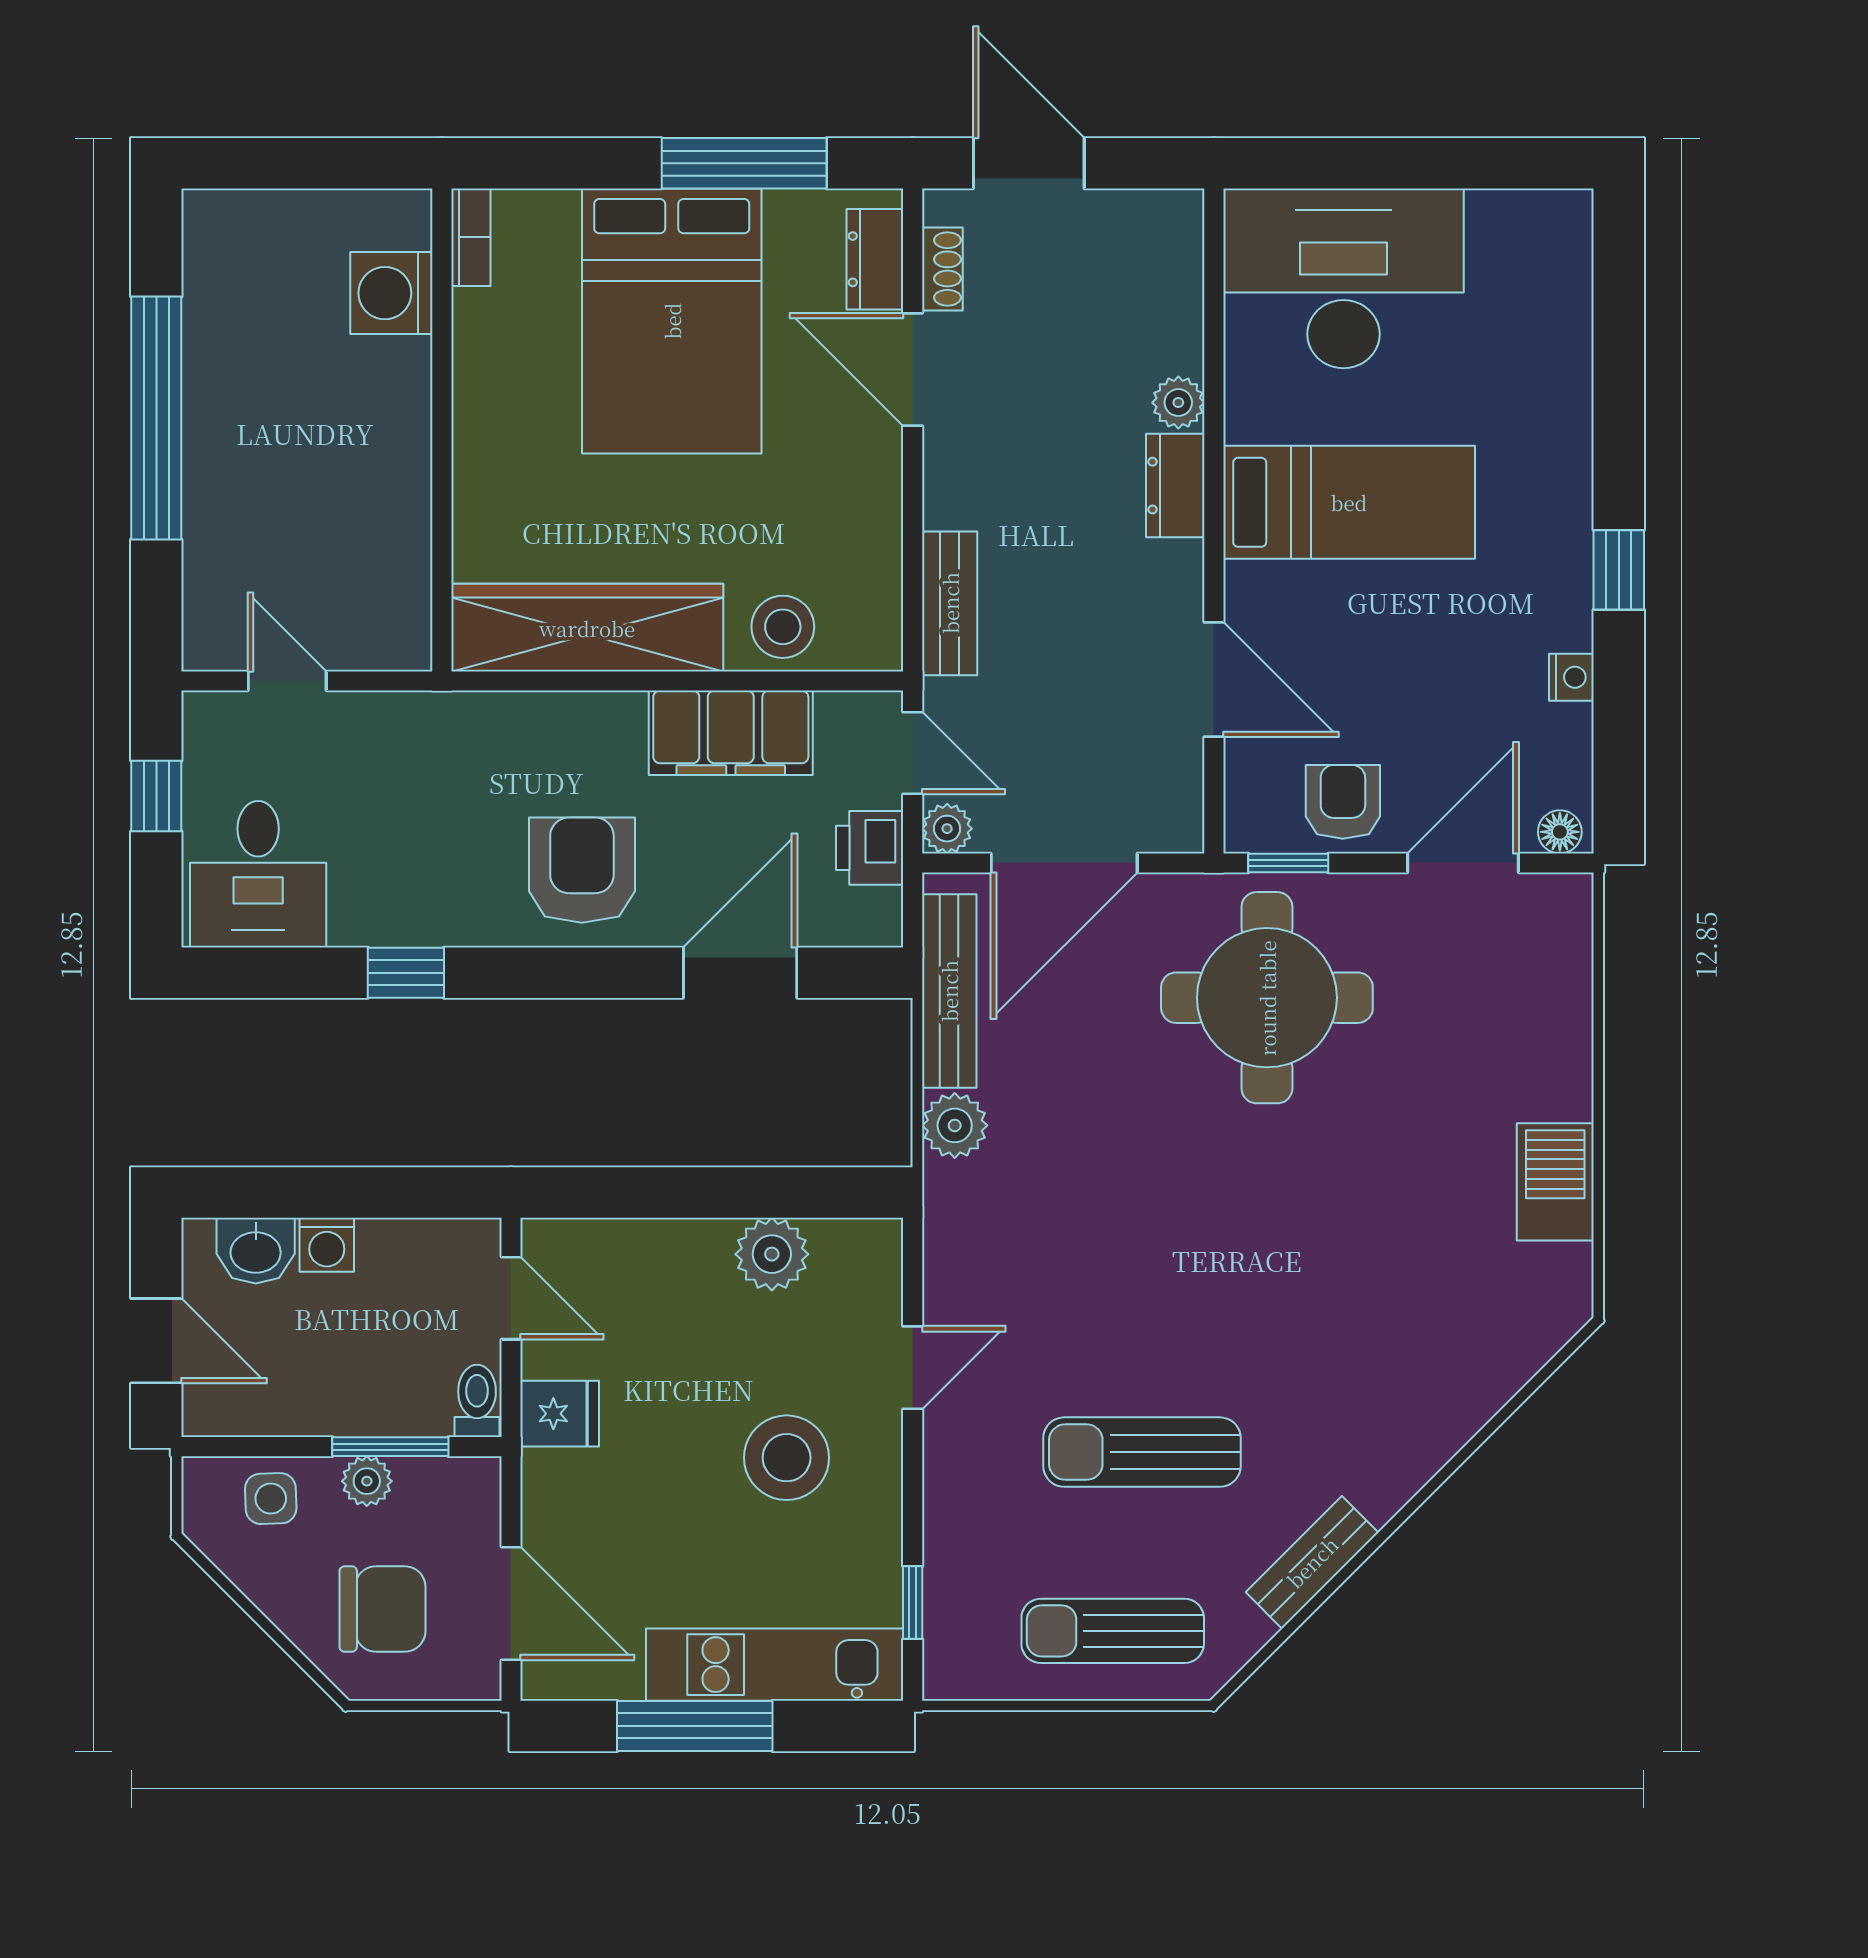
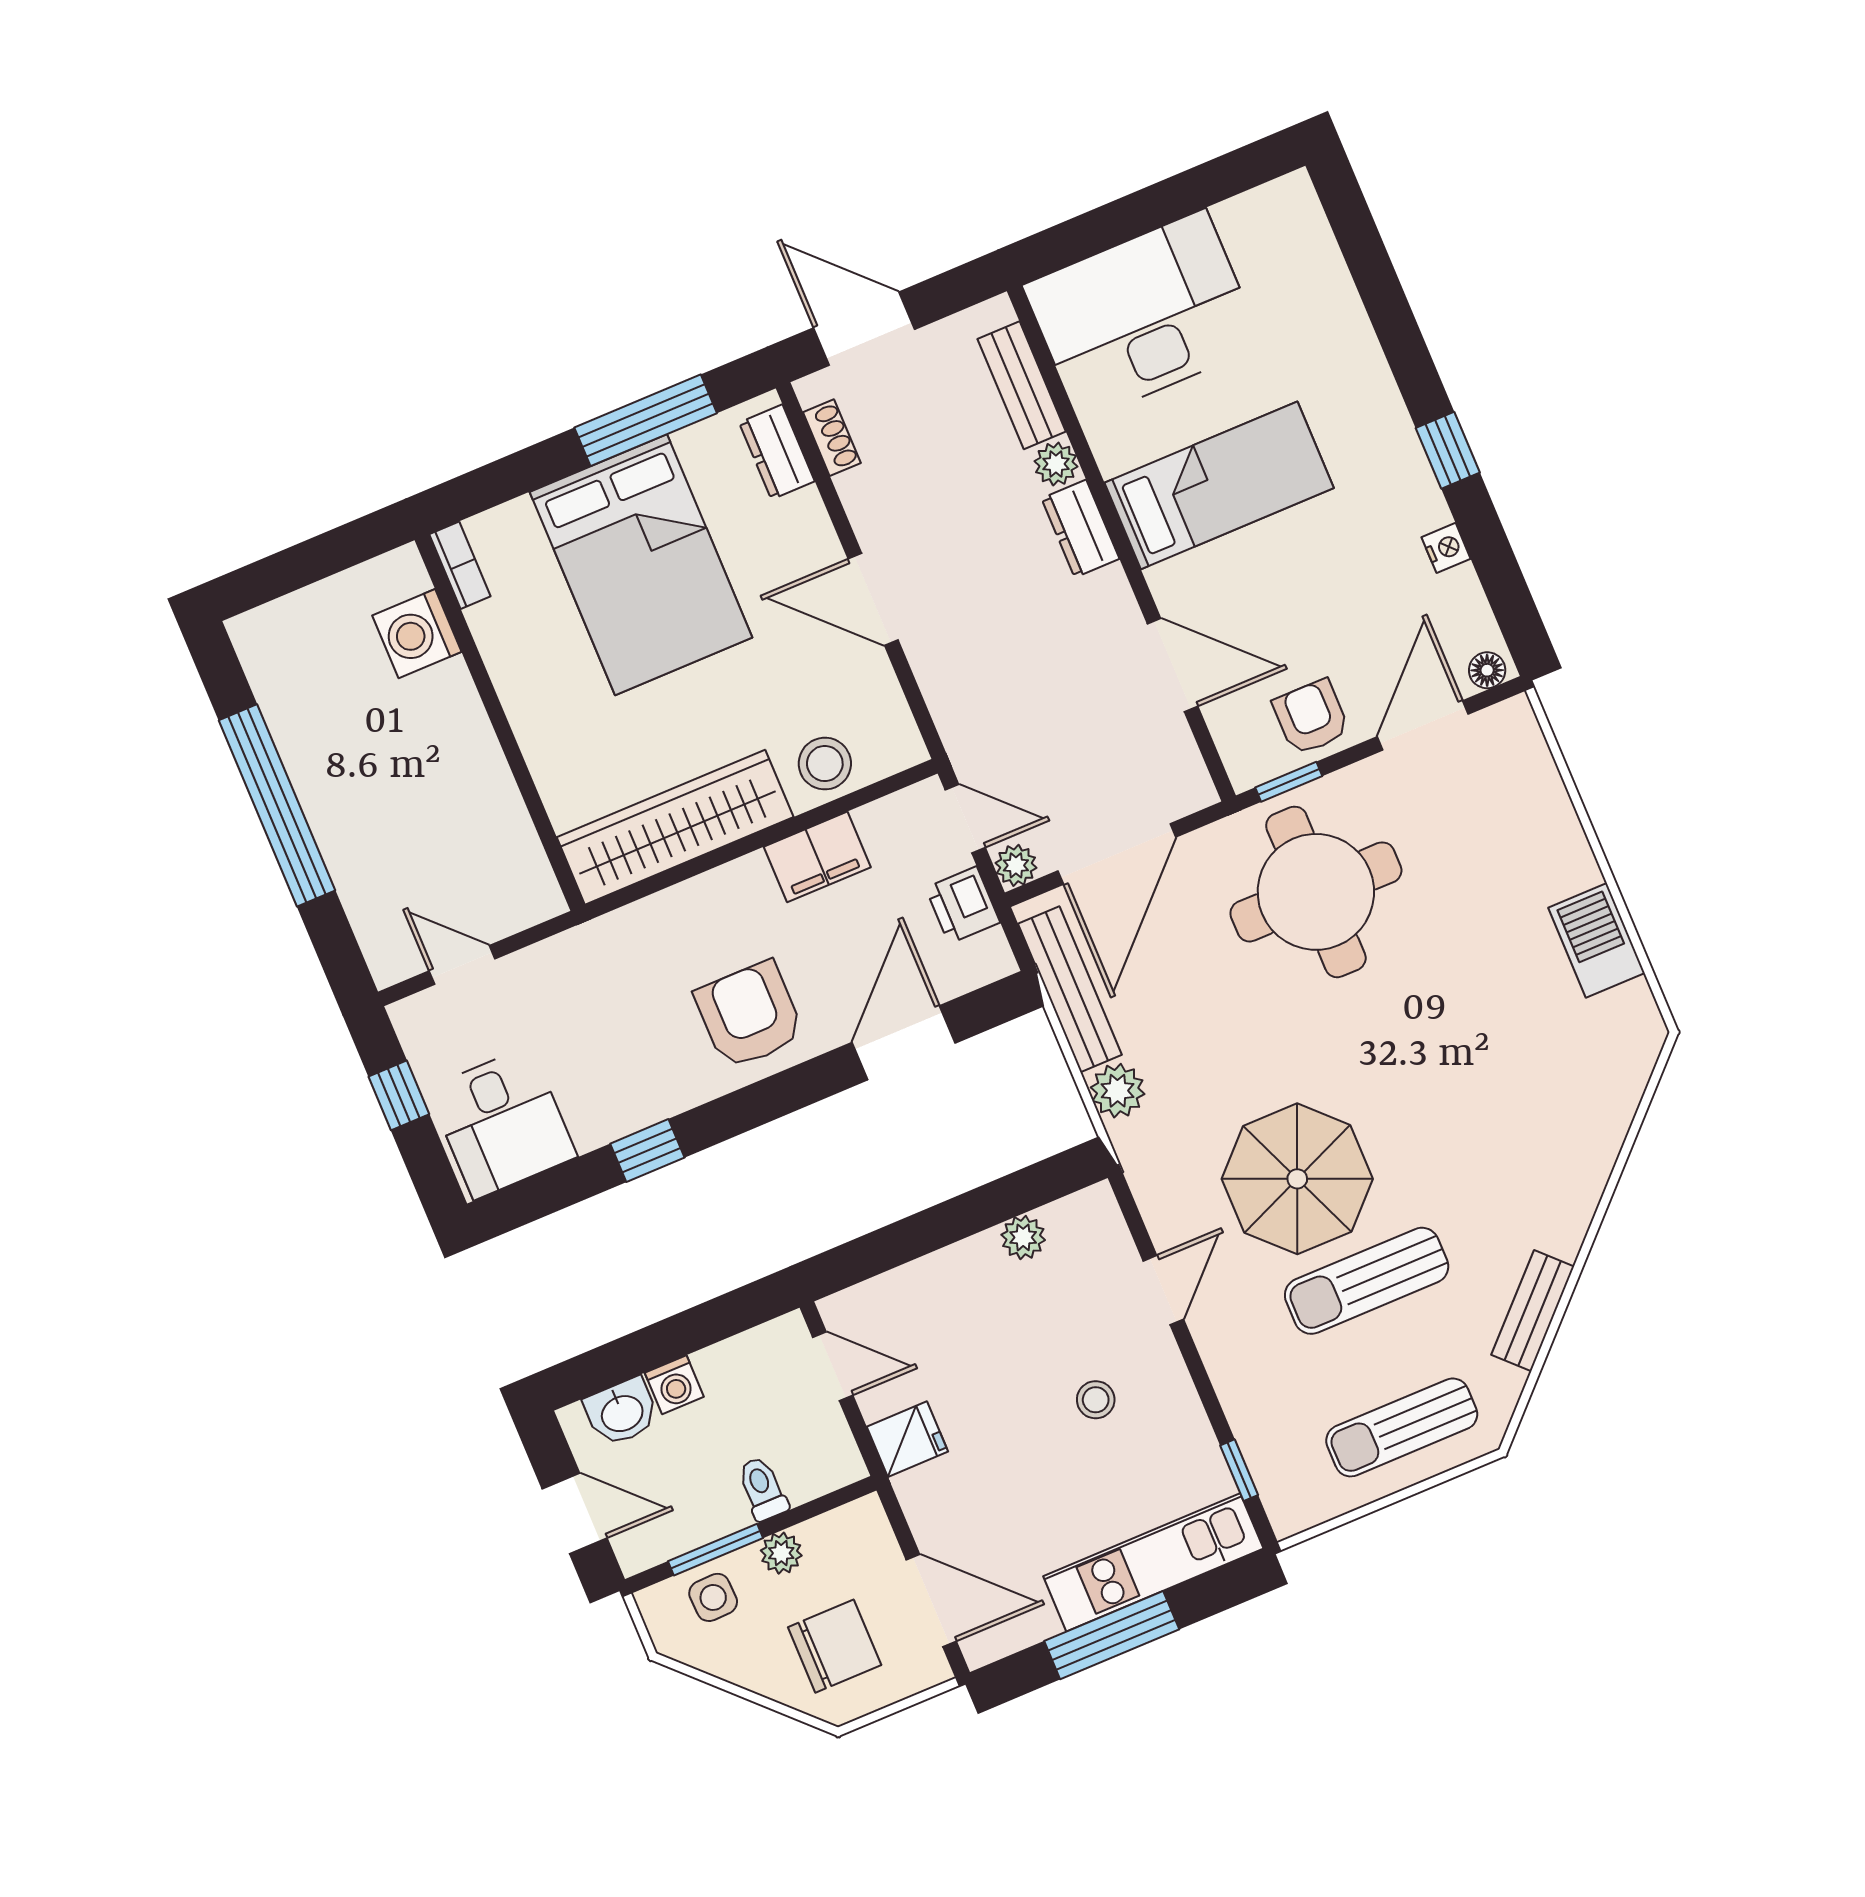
door: (913, 369) -> (873, 599), moved
bench: (950, 603) -> (1022, 385), moved
filing cabinet: (731, 733) -> (817, 857), width x0.67, depth x0.86
plant: (772, 1254) -> (1023, 1237), width x0.73, depth x0.73
parasol: (1113, 1307) -> (1297, 1179), added
toilet: (477, 1401) -> (762, 1489), moved
window: (390, 1447) -> (715, 1550), moved
stool: (787, 1458) -> (1096, 1400), width x0.53, depth x0.53

